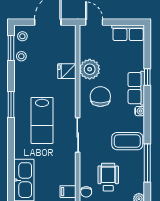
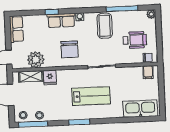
window: (11, 48) -> (33, 124), width x1.44
shelving: (69, 48) -> (31, 76), added
plant: (90, 69) -> (36, 60), moved
chair: (100, 97) -> (69, 49), turned -90
wheelchair: (108, 177) -> (135, 40), turned 180

